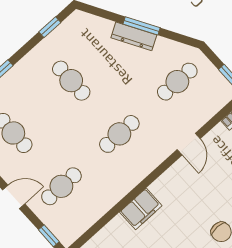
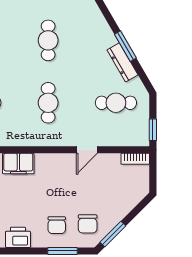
dresser: (134, 36) -> (122, 62), moved
cafe table: (119, 134) -> (48, 103), turned 90

